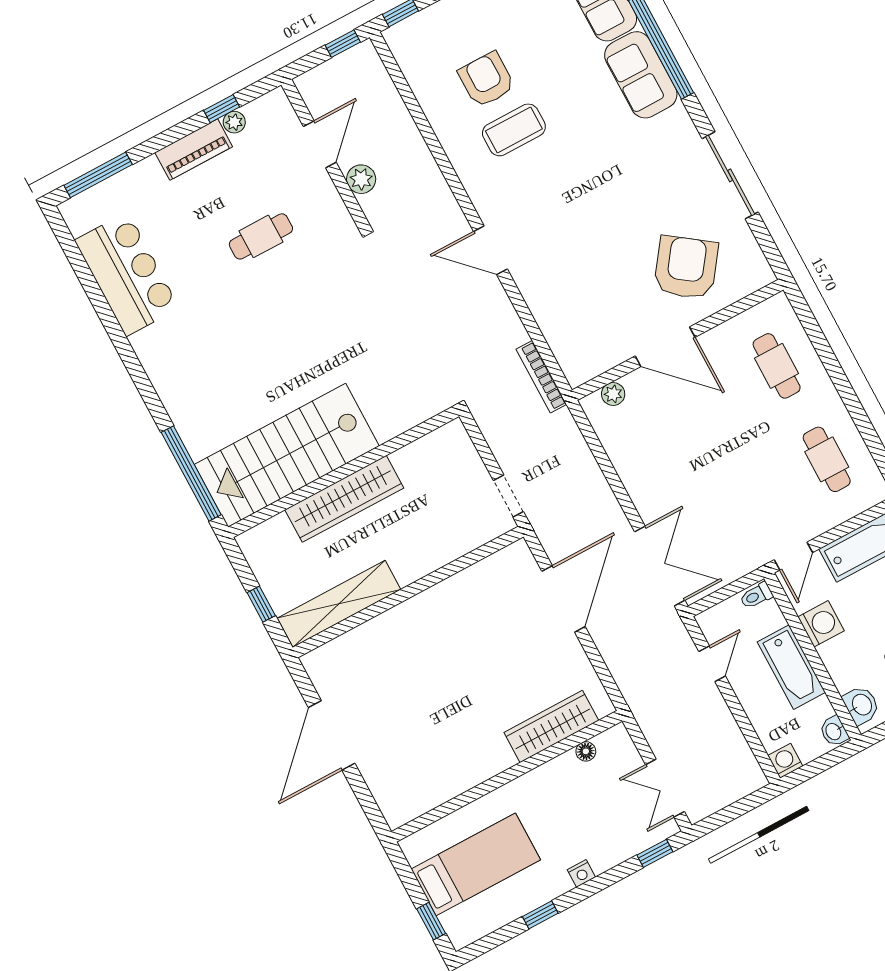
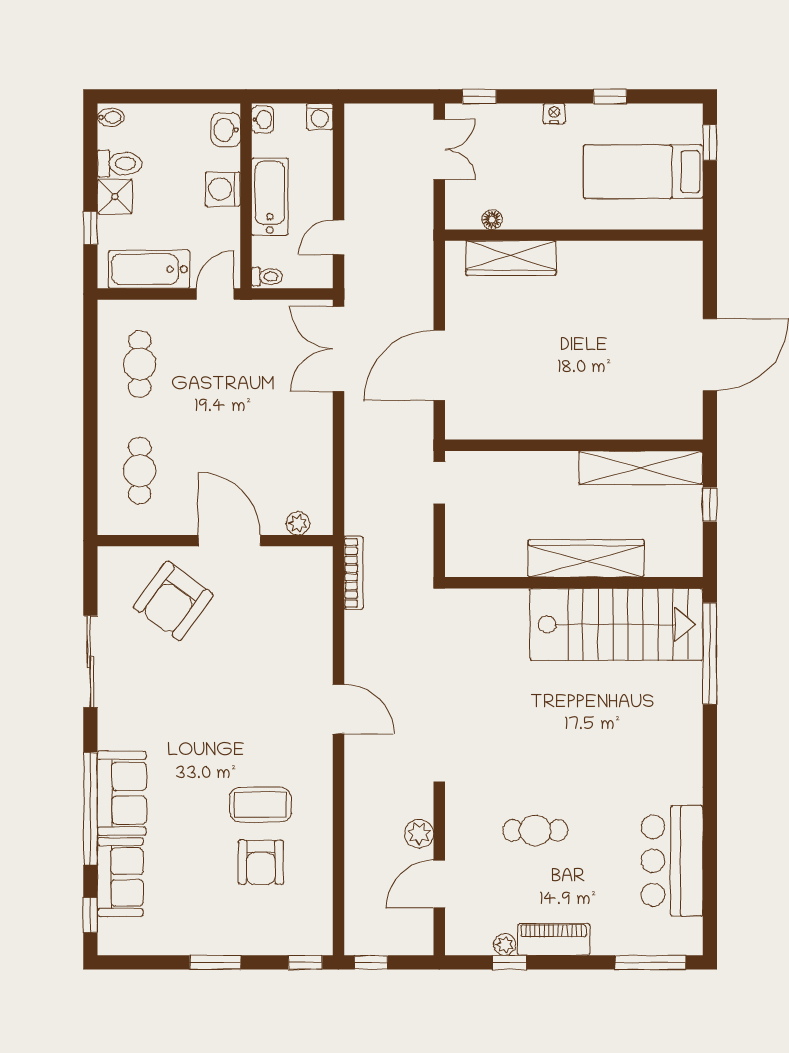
washing machine: (821, 624) -> (223, 189), moved

